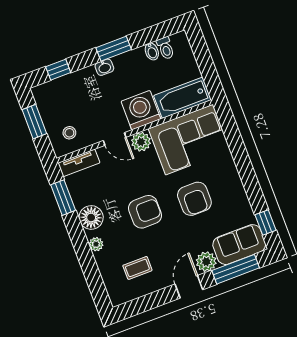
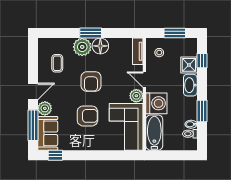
window: (114, 49) -> (202, 111), moved
washbasin: (104, 67) -> (190, 85), width x1.91, depth x1.45
shower: (71, 85) -> (189, 65), added
door: (115, 139) -> (144, 80), hinge flipped
window: (63, 198) -> (91, 33), moved
armchair: (194, 199) -> (87, 116), turned 180
plant: (96, 244) -> (82, 47), width x1.88, depth x1.88
door: (189, 287) -> (33, 91), hinge flipped

